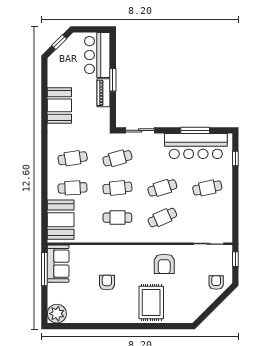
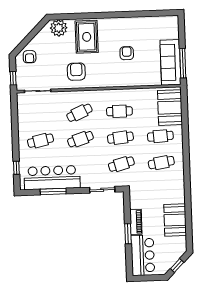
booth: (59, 105) -> (175, 220), moved
sofa: (58, 264) -> (170, 62), width x1.36
armchair: (107, 282) -> (127, 53), turned 180
plant: (57, 314) -> (59, 28), moved

